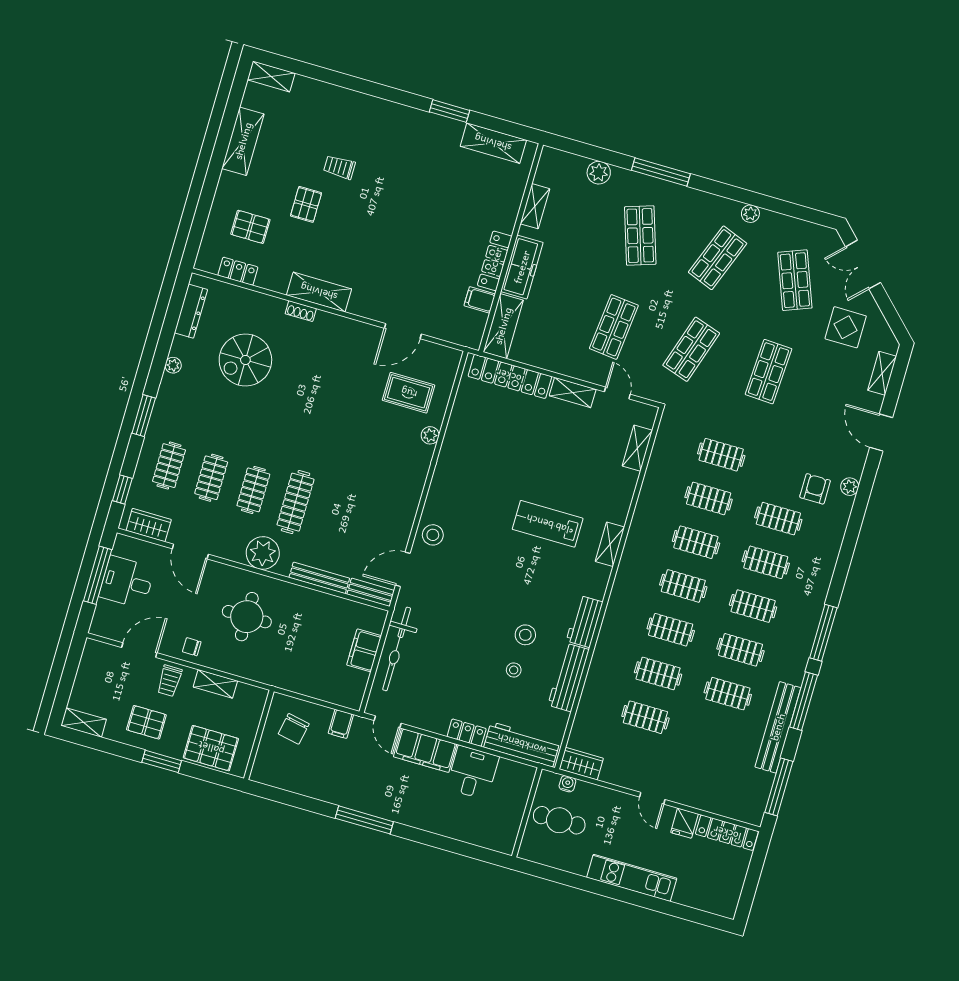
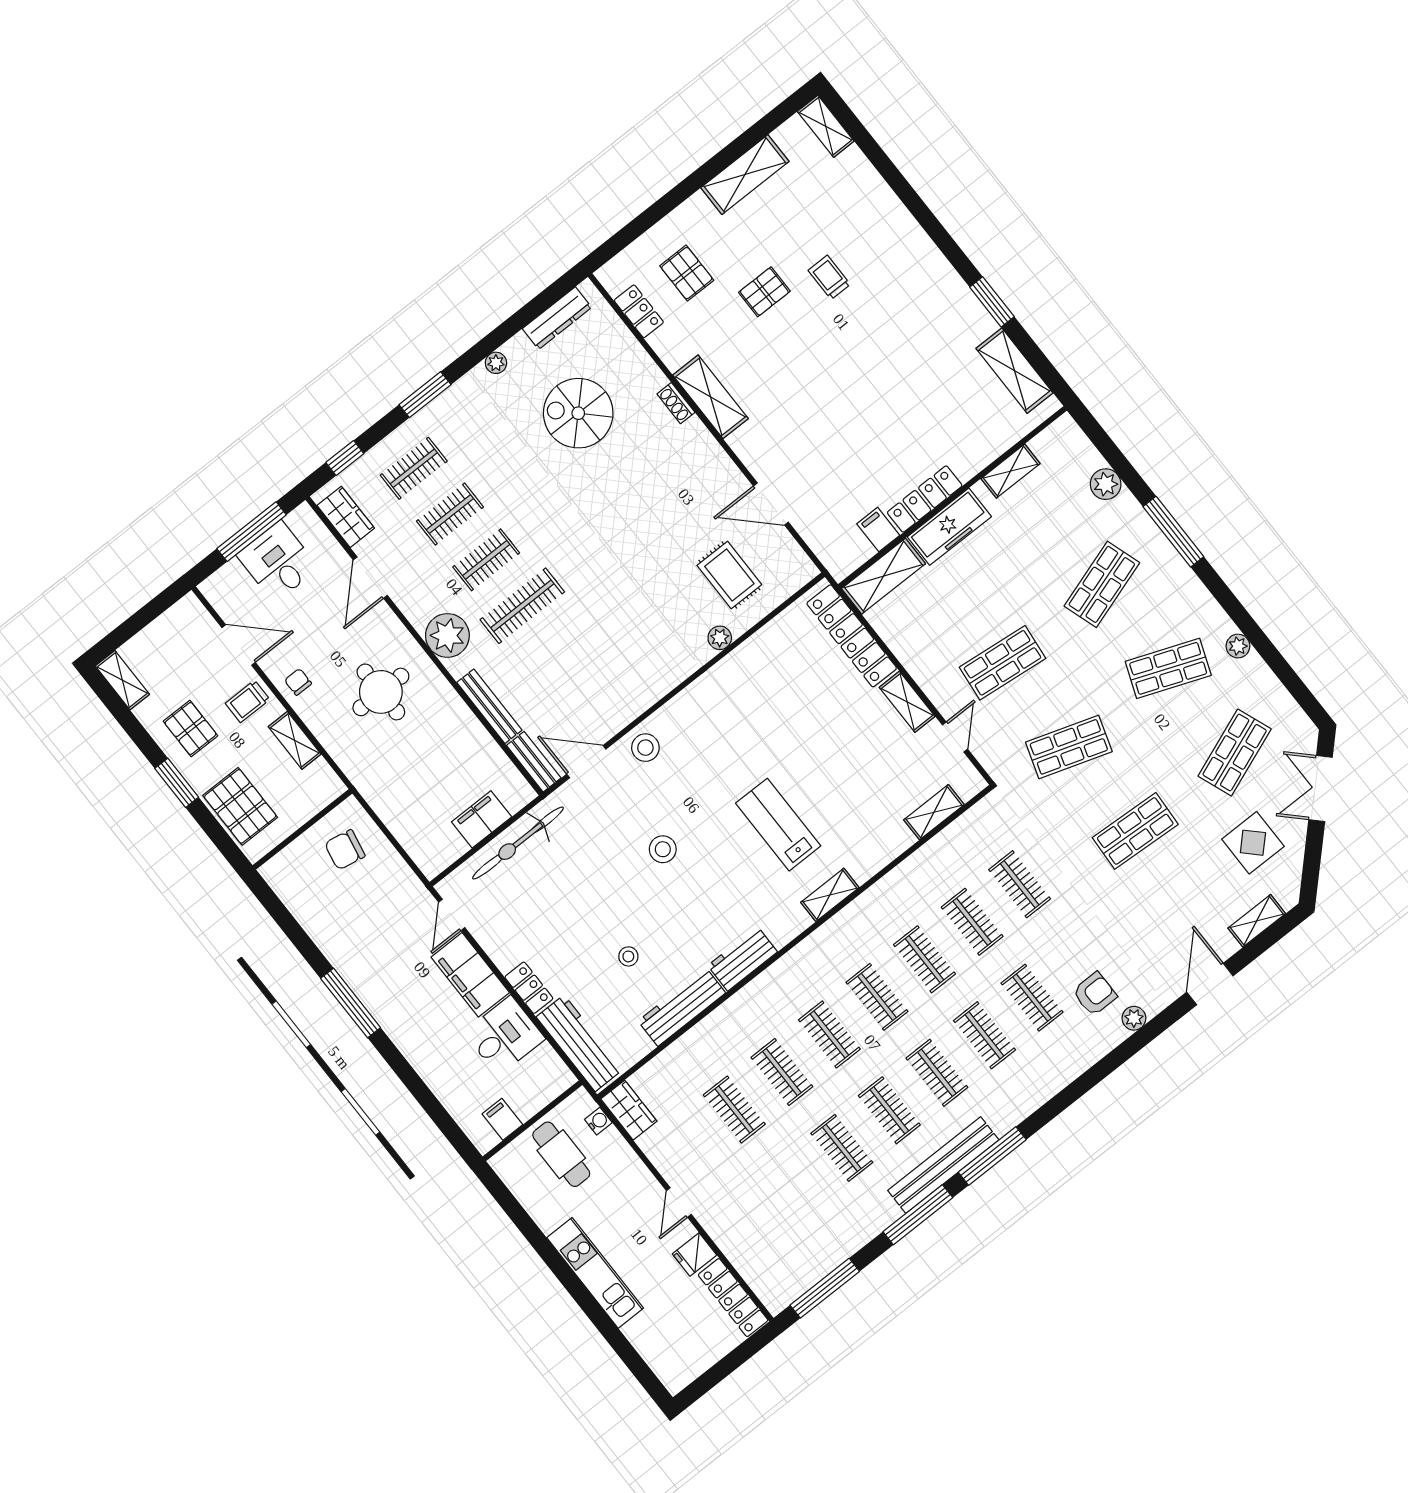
stool: (525, 635) -> (663, 849), moved
filing cabinet: (341, 724) -> (502, 1119), moved, turned 90
bench: (778, 727) -> (943, 1165), moved

